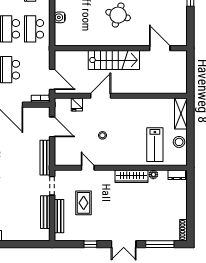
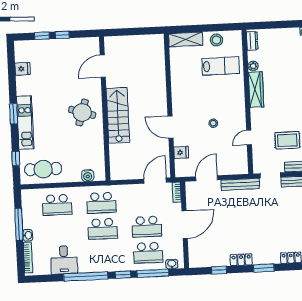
wall: (121, 48) -> (105, 109), moved
door: (160, 48) -> (103, 66), moved
stairs: (114, 60) -> (118, 115), moved

